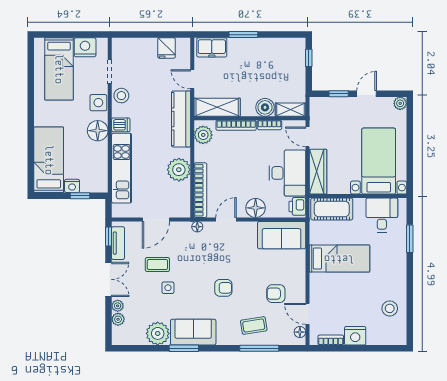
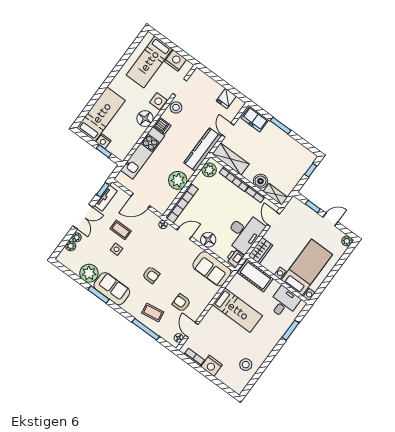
wardrobe: (318, 172) -> (261, 251), width x0.67

